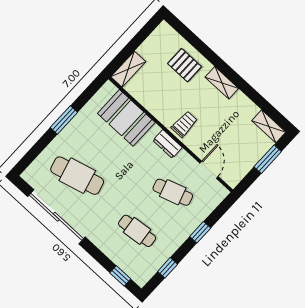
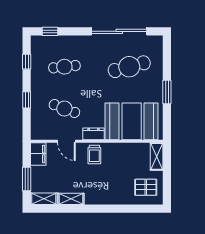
pallet: (185, 65) -> (146, 187), moved
shelving: (222, 83) -> (71, 199), moved
booth: (126, 118) -> (132, 121), width x1.36, depth x1.42
door: (209, 170) -> (66, 141), moved
filing cabinet: (236, 172) -> (38, 154), added
cafe table: (173, 192) -> (64, 109), turned 39

